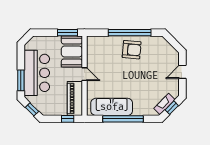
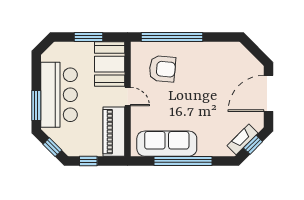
window: (67, 33) -> (88, 37), moved
window: (130, 33) -> (172, 37), moved
armchair: (132, 50) -> (162, 69), moved
door: (182, 72) -> (269, 93), width x1.87
window: (68, 119) -> (88, 161), moved

